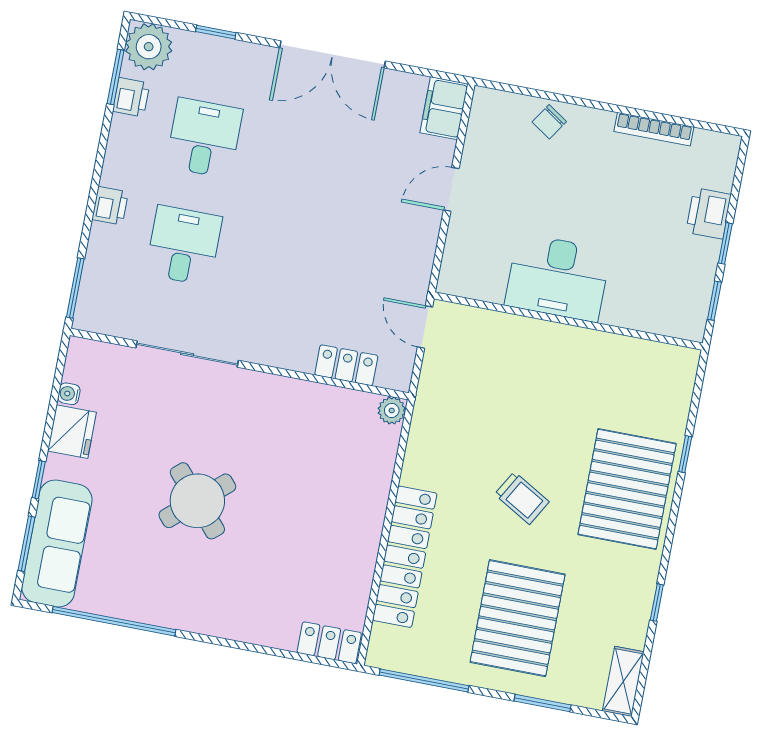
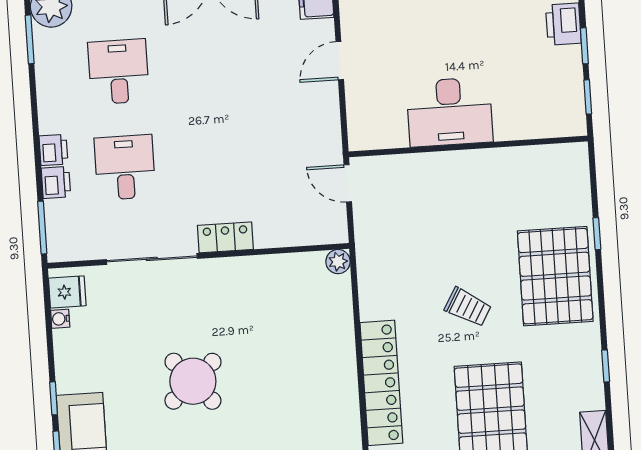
printer: (131, 97) -> (56, 182), moved
locker: (346, 365) -> (225, 237), moved
fridge: (72, 432) -> (67, 292), moved, width x0.72

